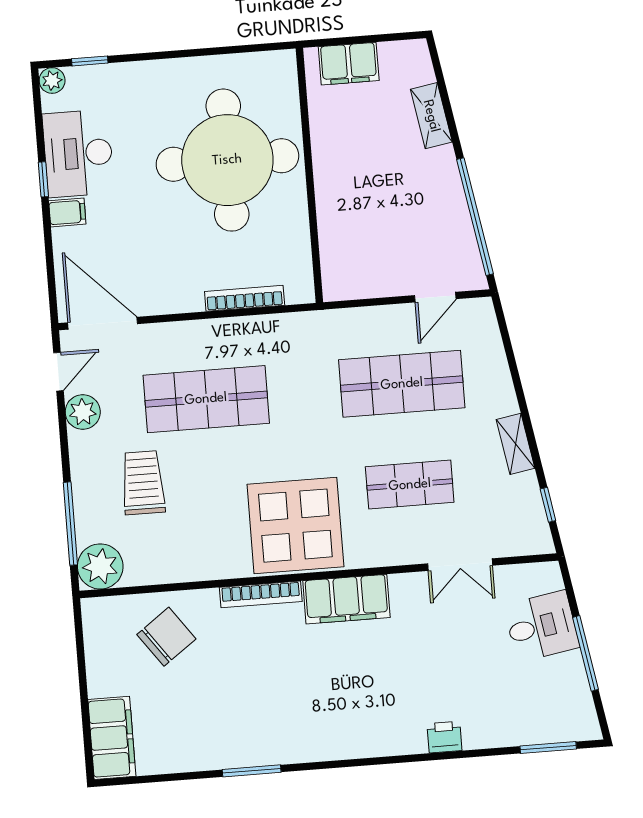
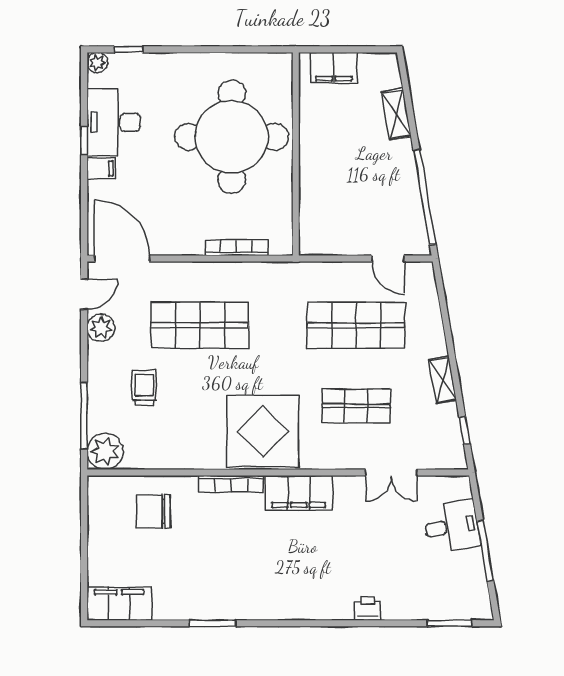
door: (435, 297) -> (388, 259), hinge flipped
trolley: (143, 483) -> (144, 388), width x0.73, depth x0.72
chair: (166, 637) -> (153, 511), turned -144
filing cabinet: (112, 738) -> (119, 604), moved, turned -90

